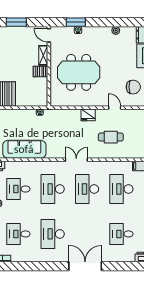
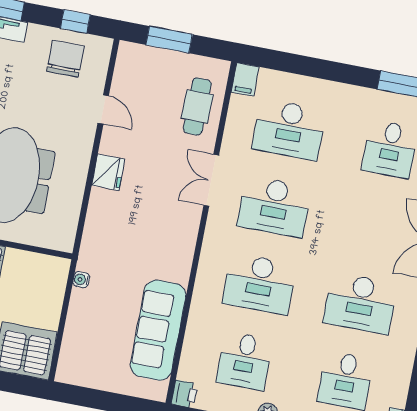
door: (115, 108) -> (103, 110), swing flipped
cafe table: (111, 137) -> (197, 107), moved
double door: (76, 160) -> (211, 180), moved

